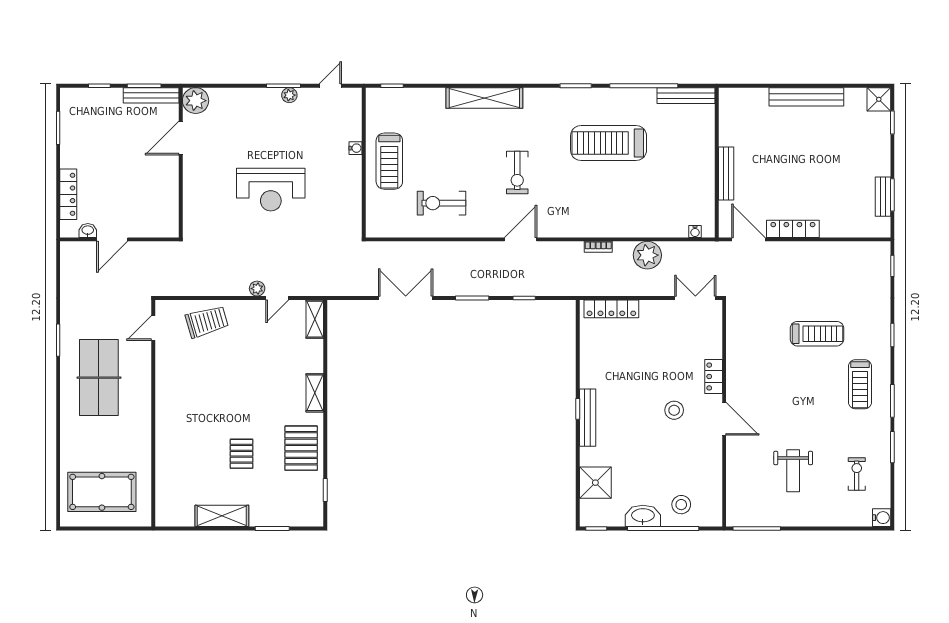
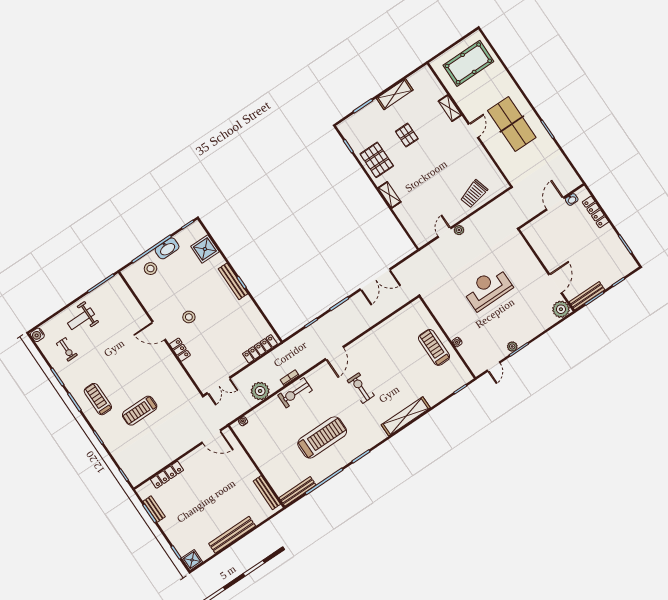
bench: (726, 173) -> (267, 493), moved
exercise bike: (441, 203) -> (295, 393), moved, turned 180
locker: (793, 229) -> (167, 475), moved
shelving: (315, 319) -> (450, 108), moved
door: (153, 328) -> (473, 131), moved
weight bench: (793, 471) -> (81, 319), moved, turned -90

